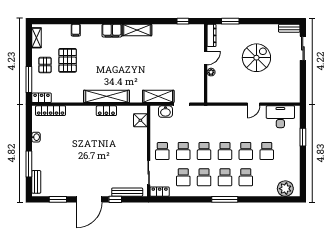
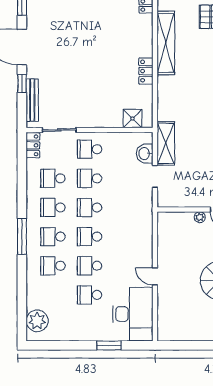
shelving: (107, 96) -> (166, 43), moved
desk: (280, 117) -> (133, 314), width x1.36, depth x1.30

